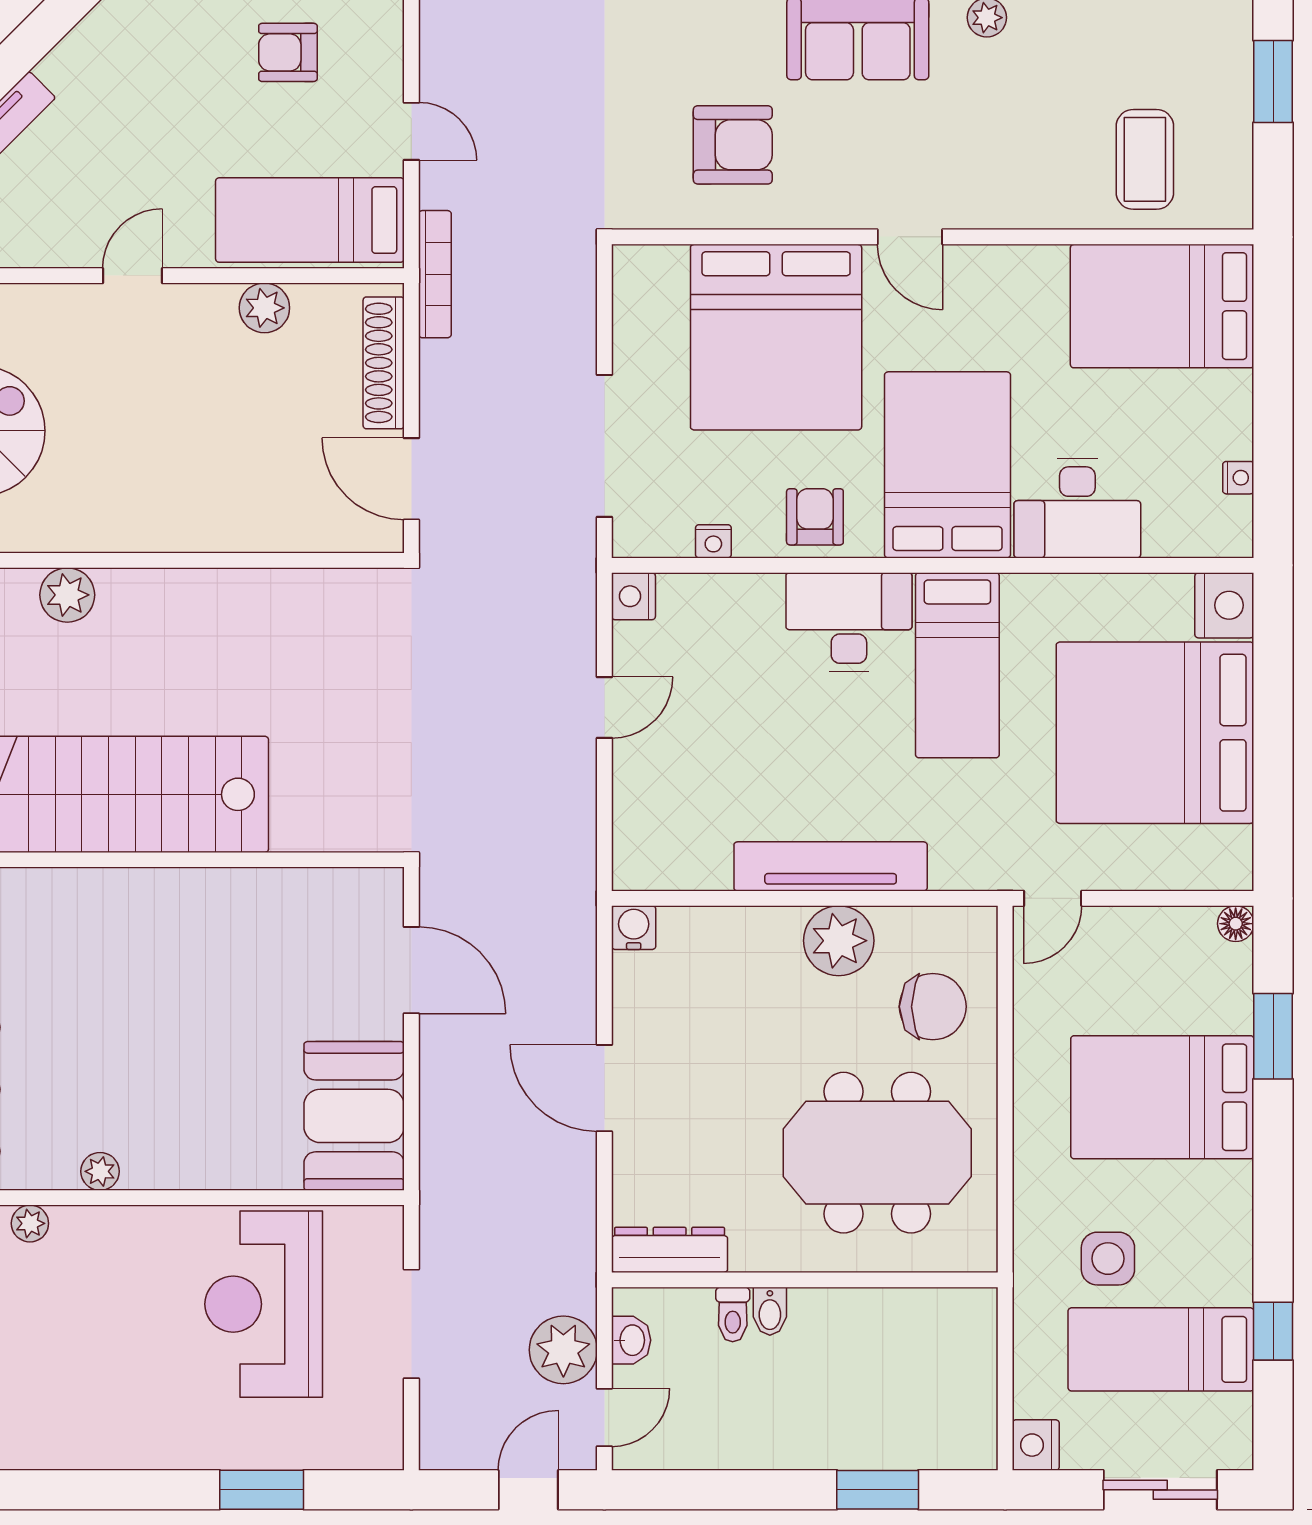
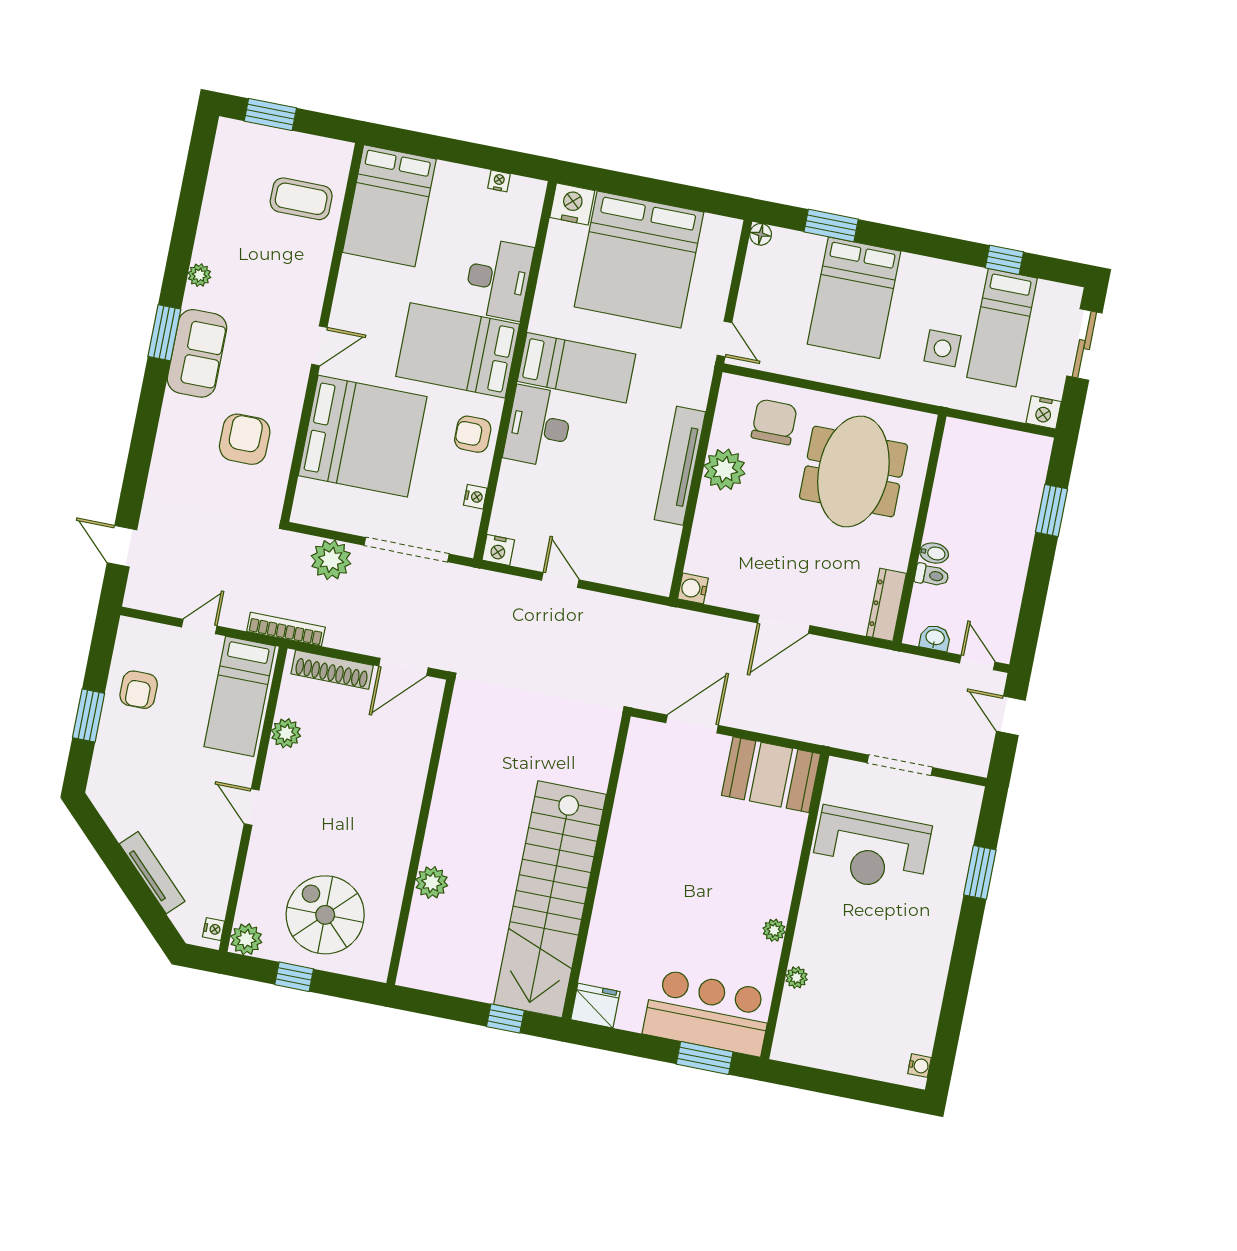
plant: (563, 1350) -> (331, 560), moved

